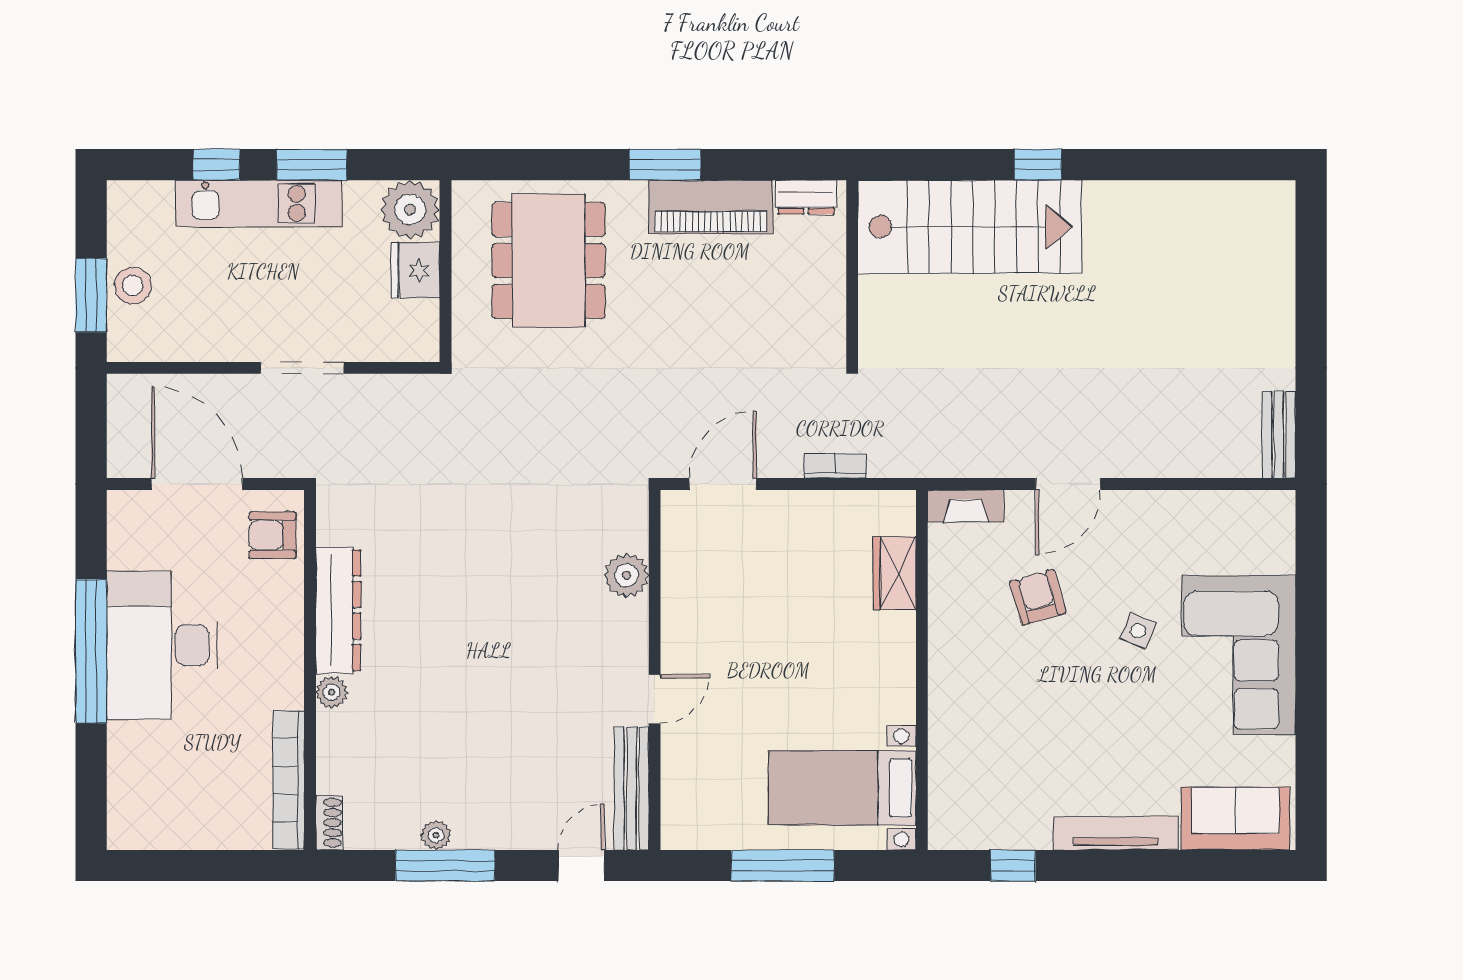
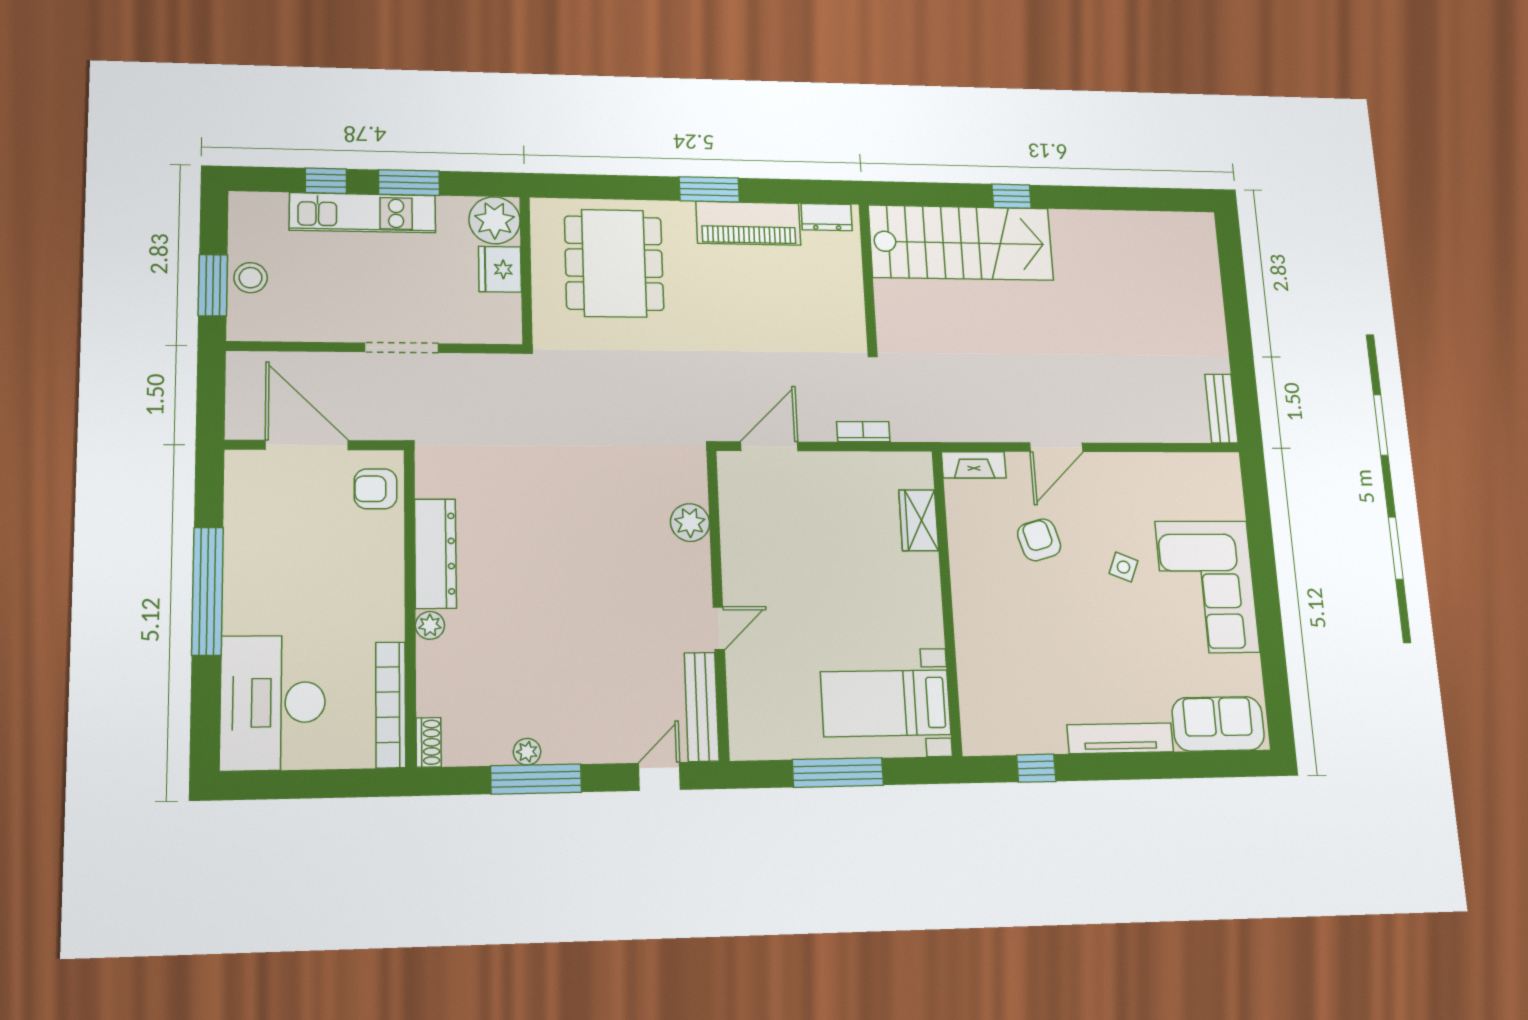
desk: (162, 645) -> (273, 703), moved

